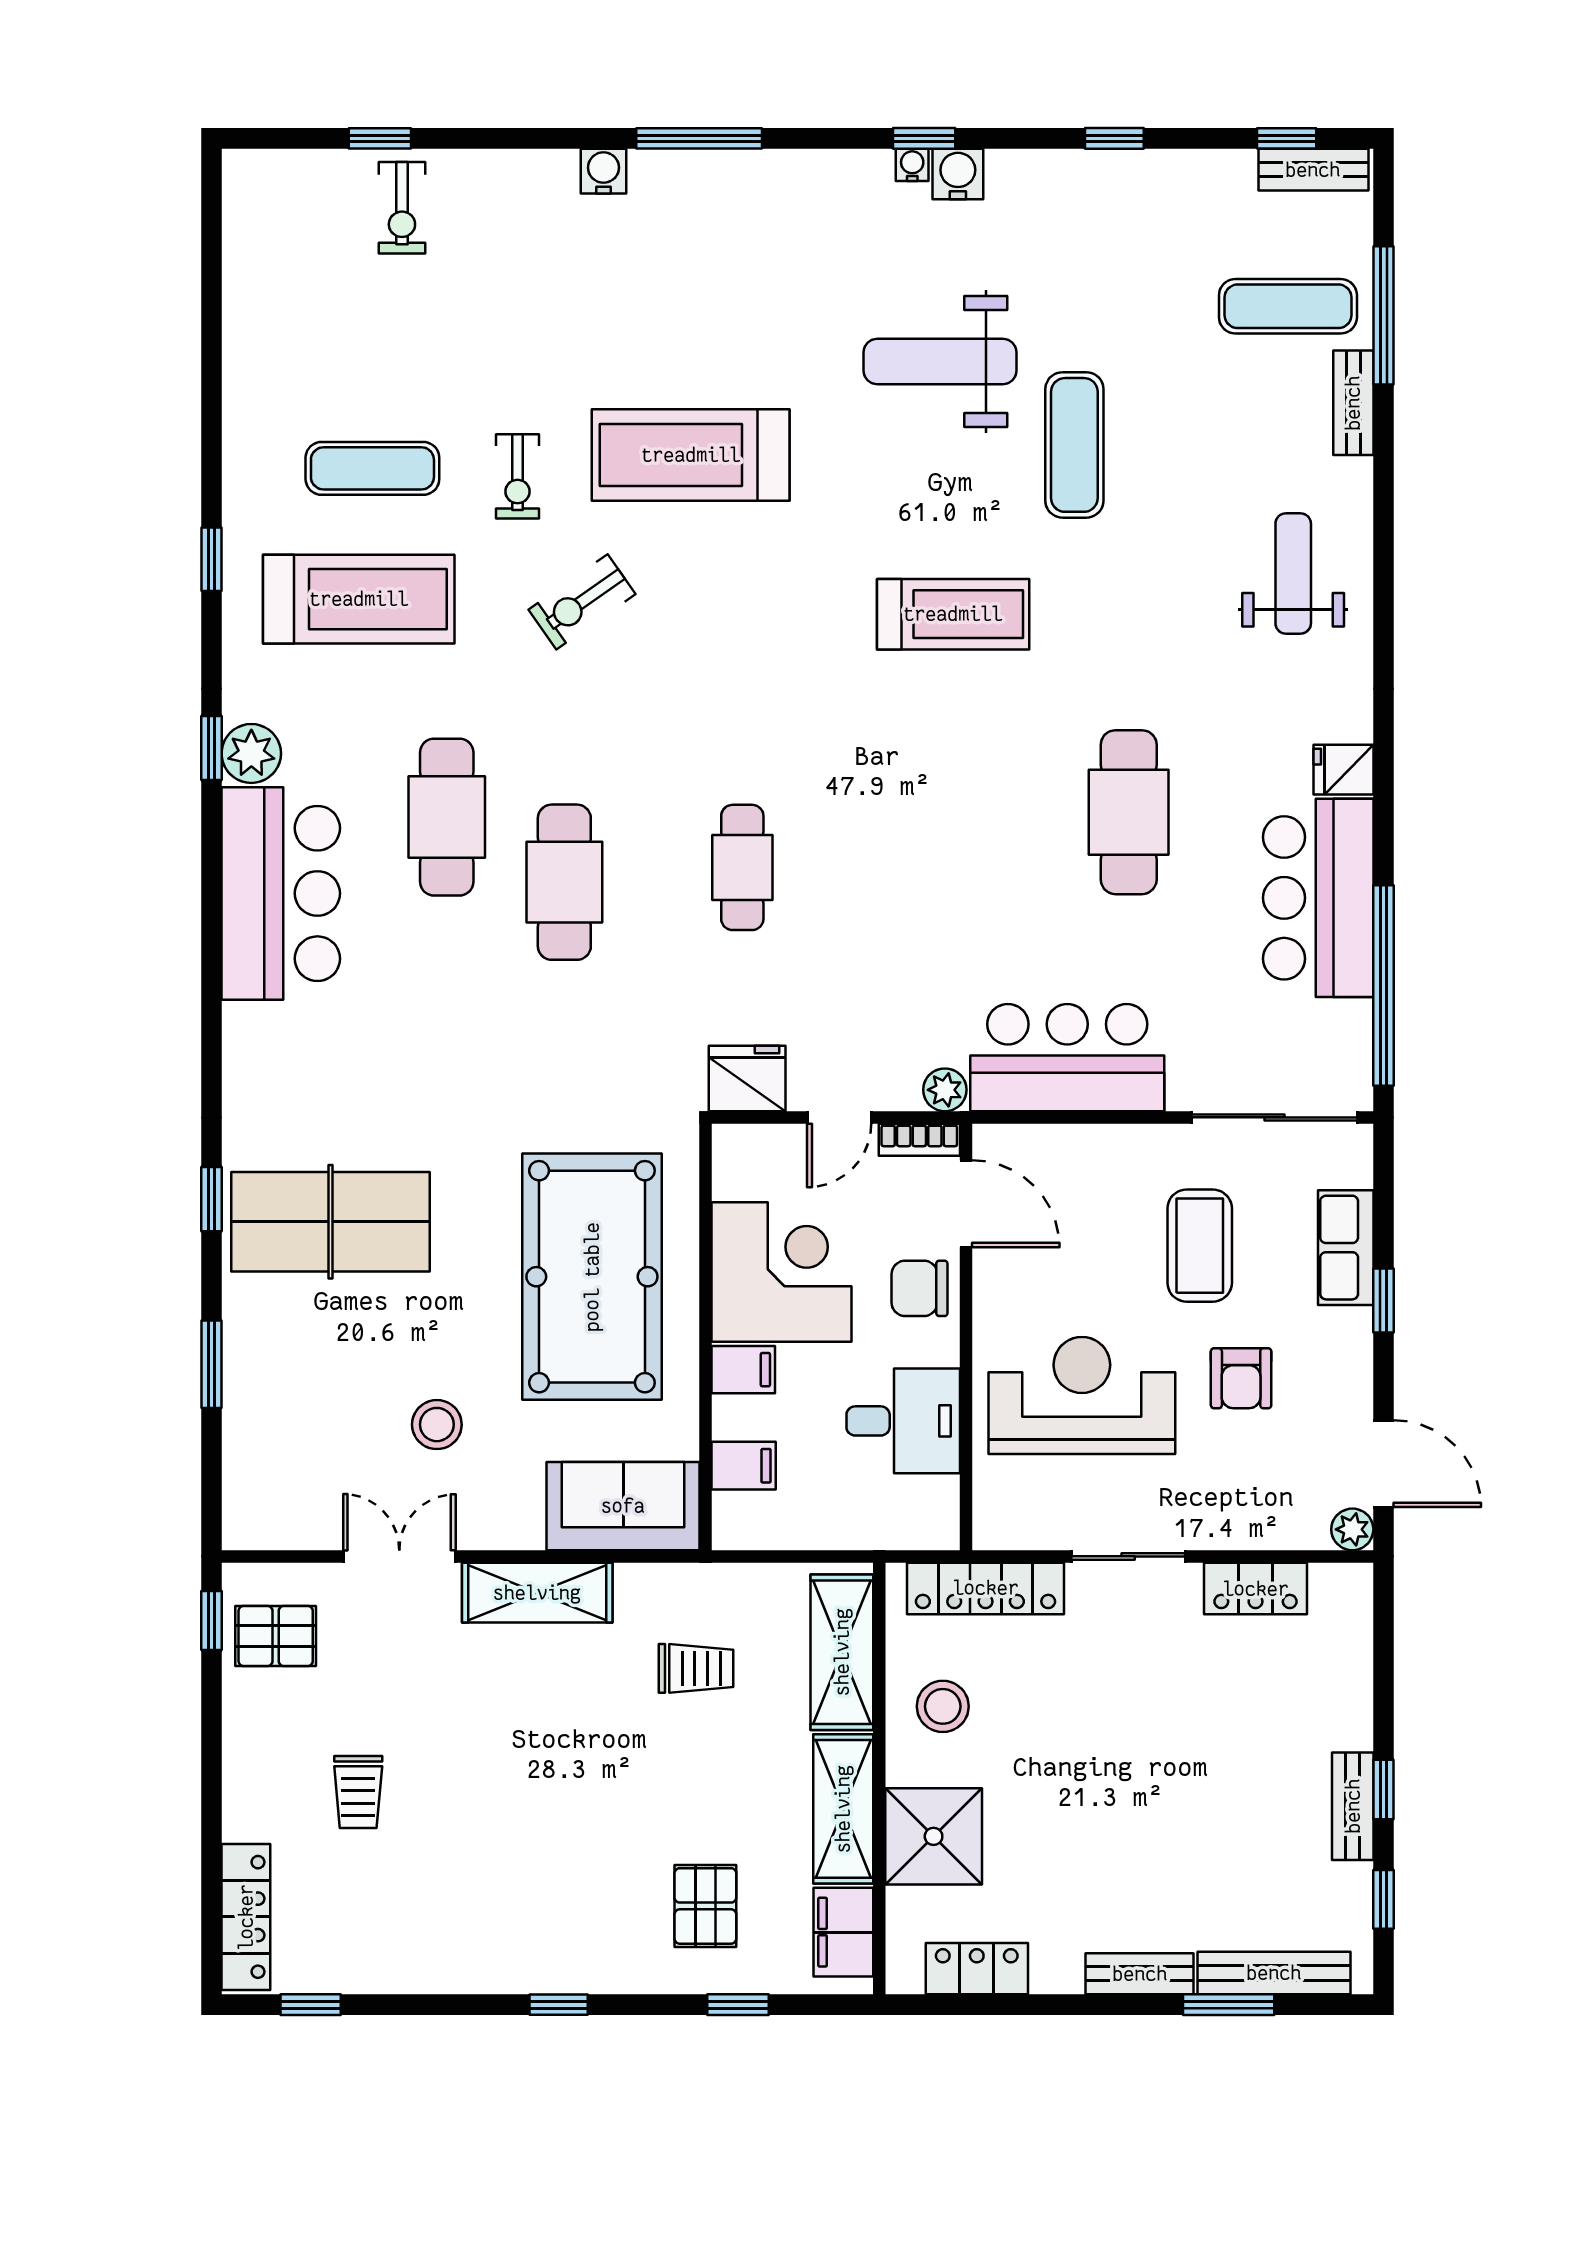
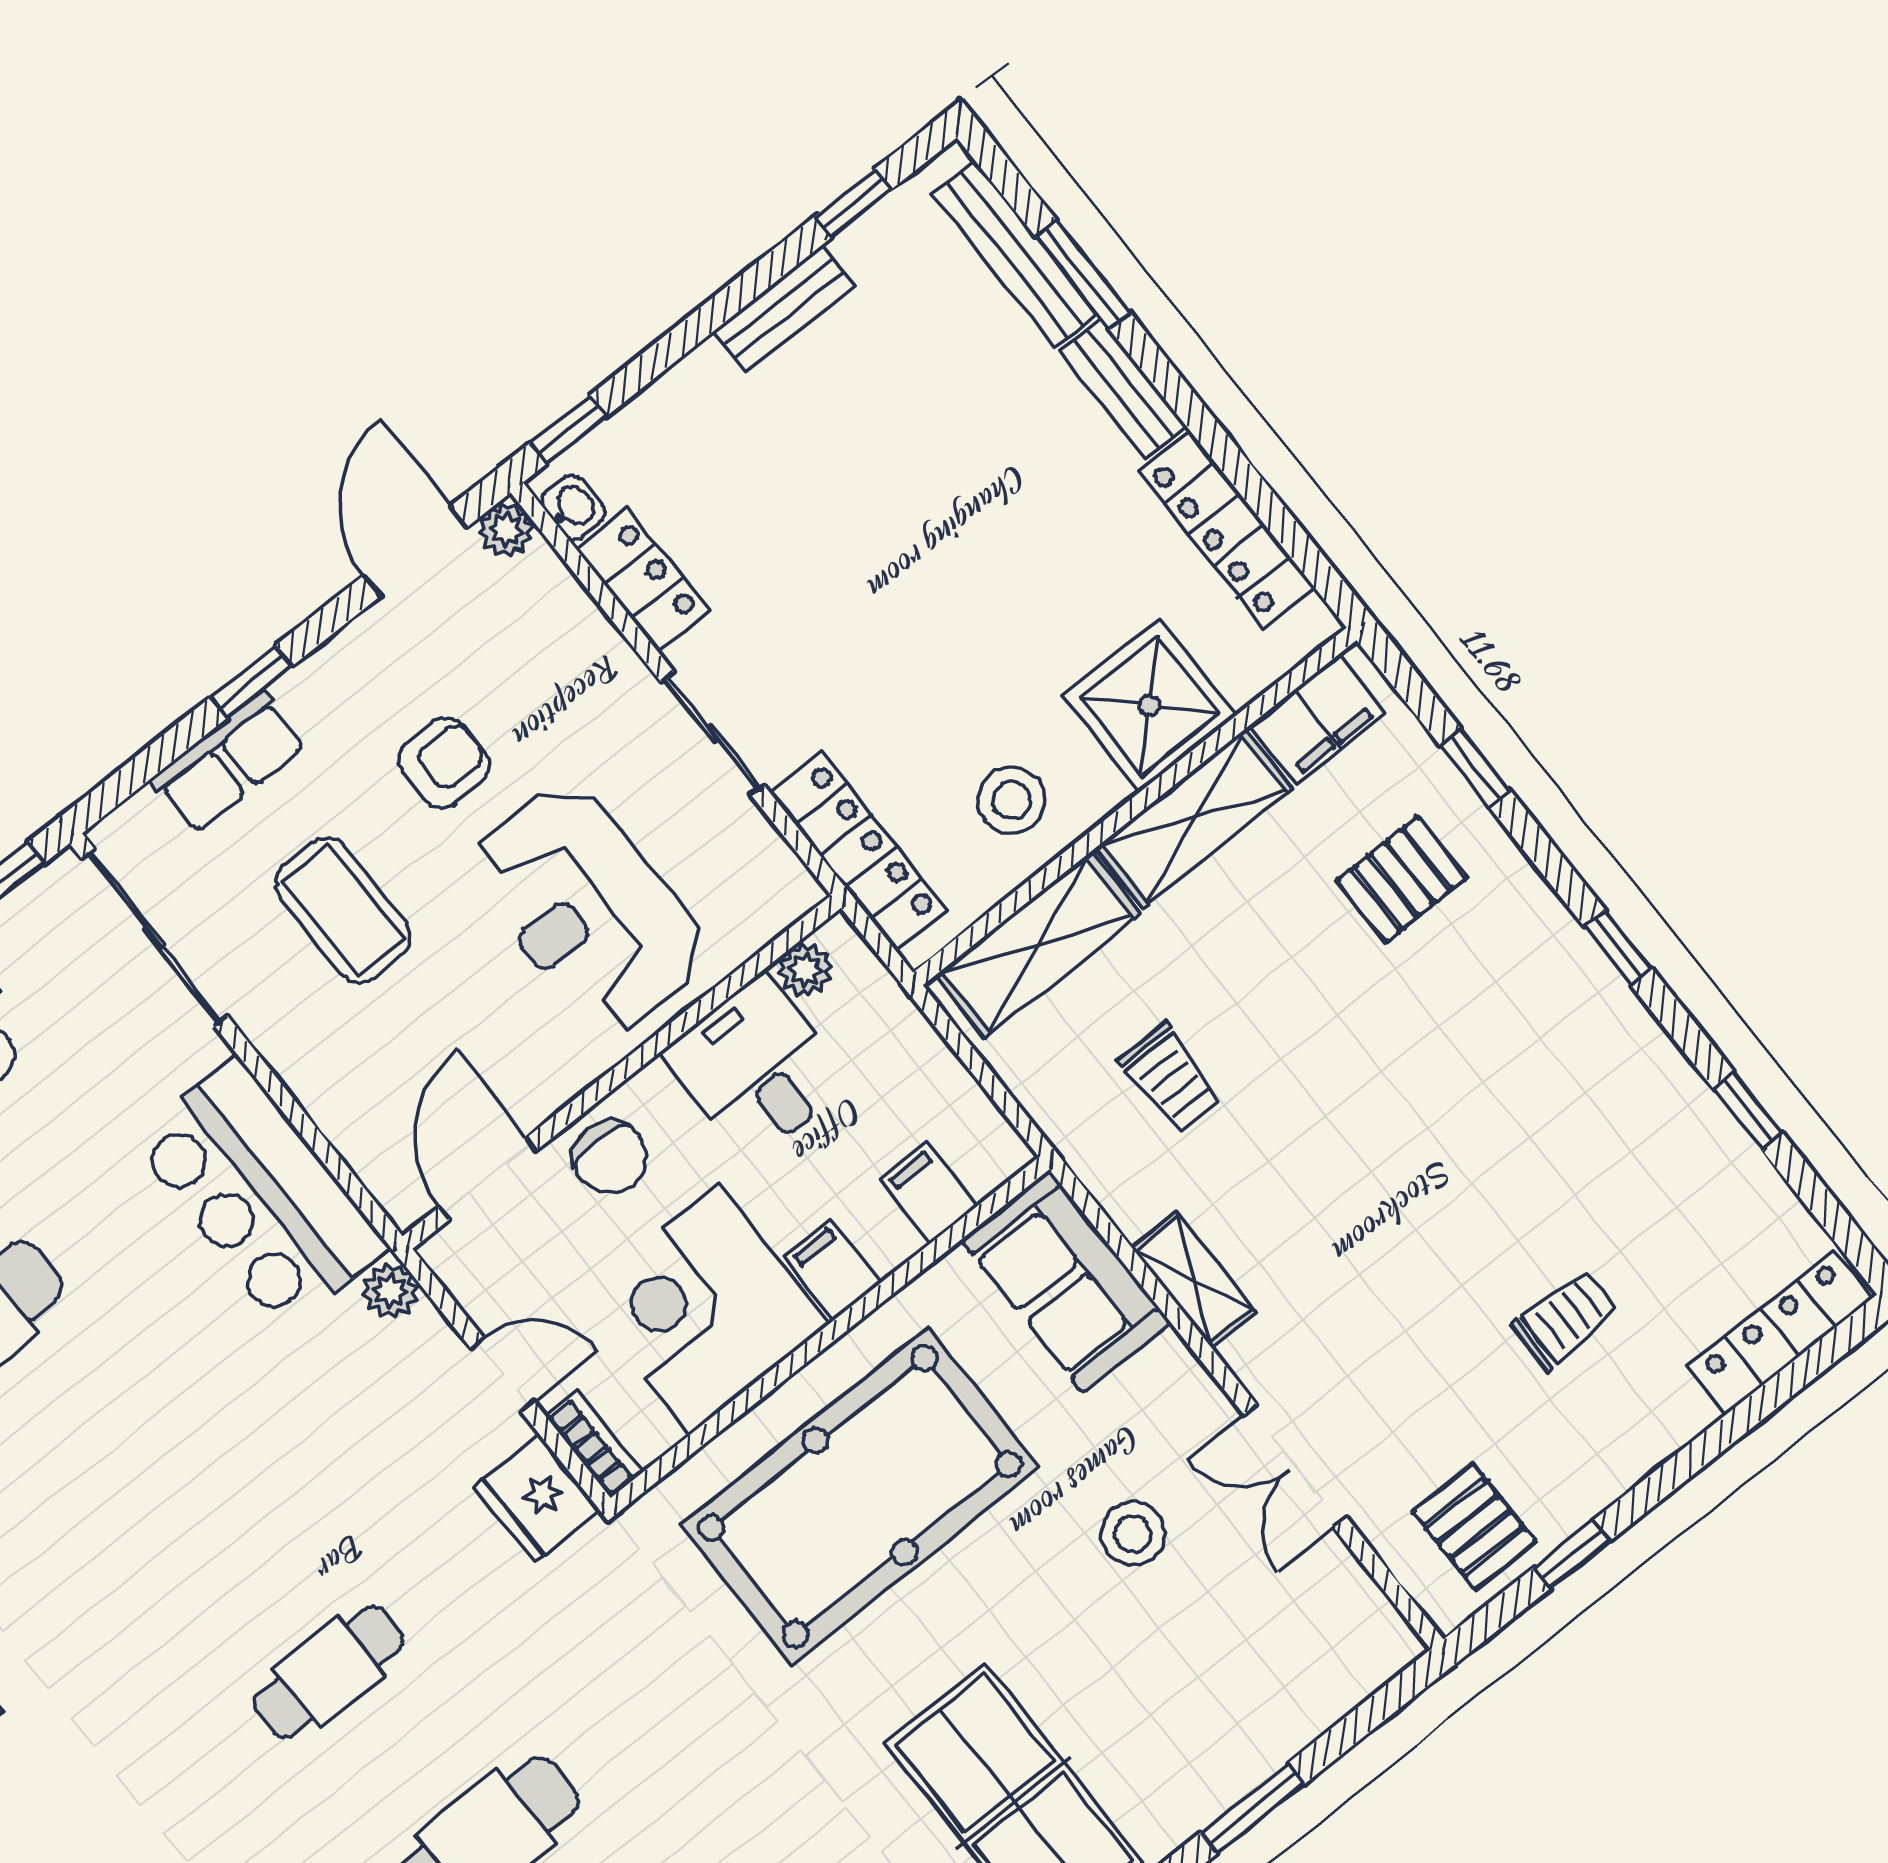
bookcase: (919, 1140) -> (594, 1444), moved
coffee table: (1200, 1246) -> (343, 910), turned 90
plant: (939, 1498) -> (805, 970), added
washbasin: (1334, 1581) -> (573, 507), added
shelving: (537, 1593) -> (1194, 1279), width x0.67, depth x0.75
window: (211, 1620) -> (1571, 1554), moved
trolley: (696, 1668) -> (1171, 1078), turned 180
window: (1383, 1790) -> (568, 430), moved
locker: (977, 1969) -> (1226, 529), width x1.53
window: (311, 2005) -> (1748, 1111), moved

